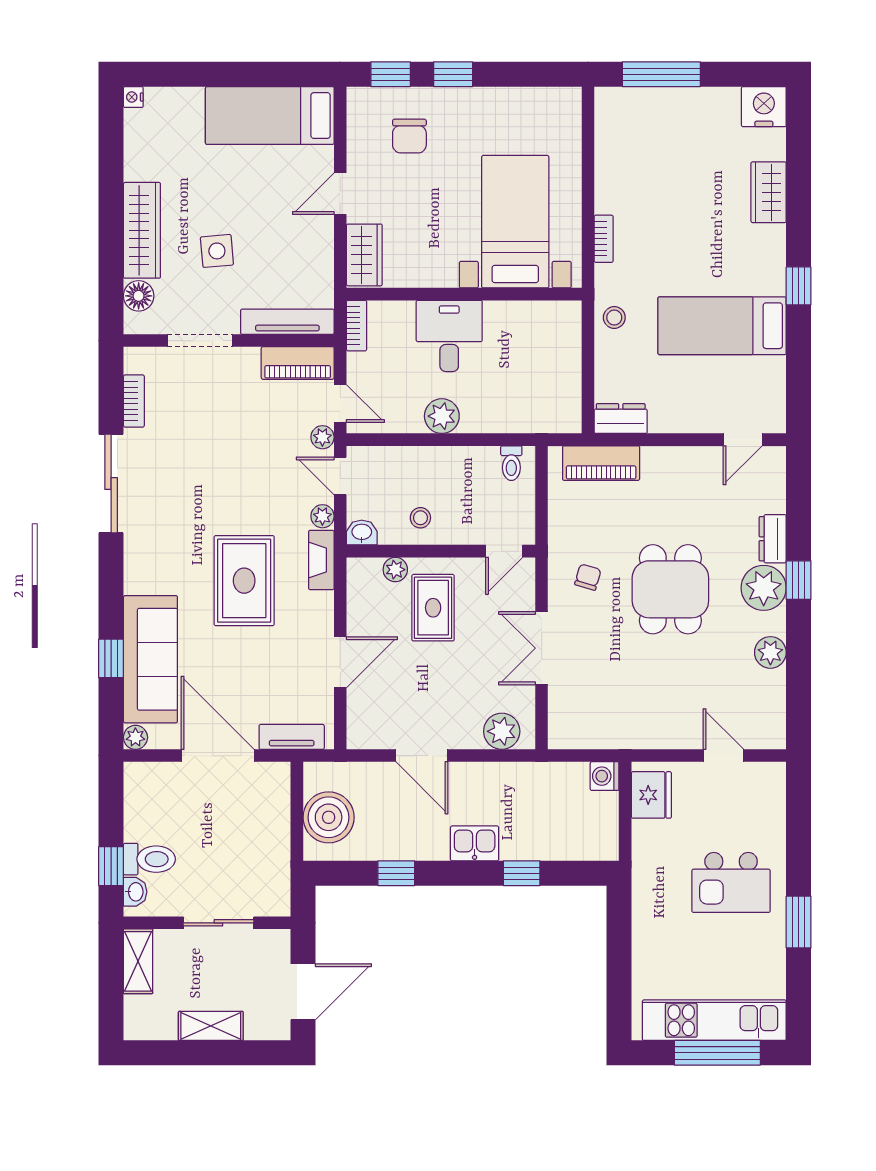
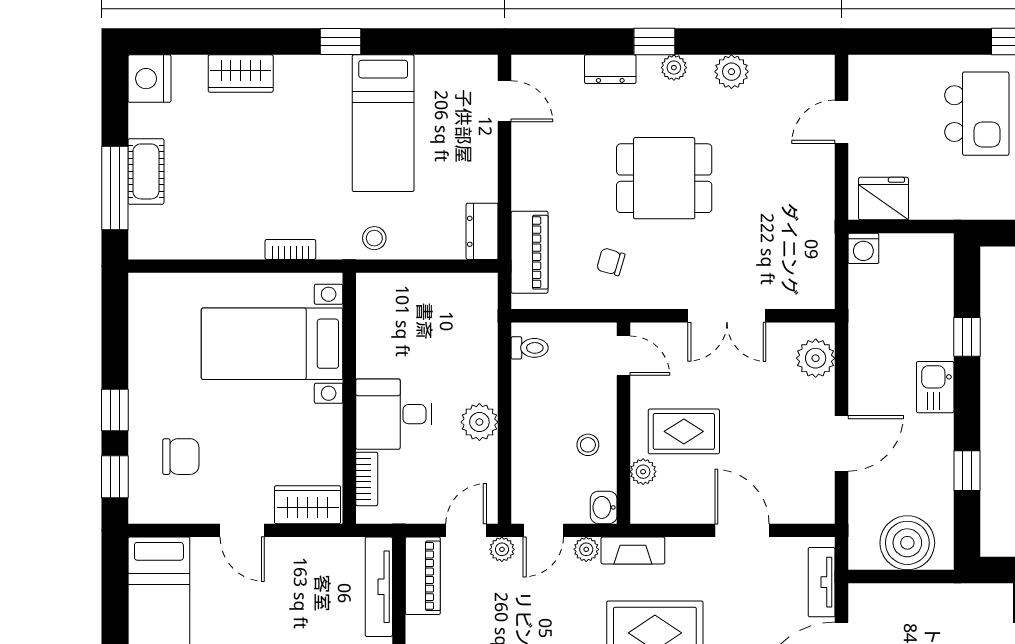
cot: (677, 103) -> (146, 171), added
bookcase: (357, 326) -> (367, 479), moved, turned 90
chair: (588, 577) -> (611, 262), moved
plant: (764, 588) -> (674, 68), width x0.53, depth x0.53

